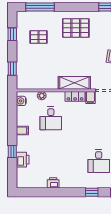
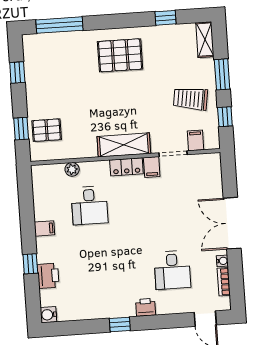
pallet: (39, 37) -> (47, 130), moved
water cooler: (21, 101) -> (48, 315), moved
printer: (53, 183) -> (146, 307), moved
window: (92, 192) -> (120, 324), moved

